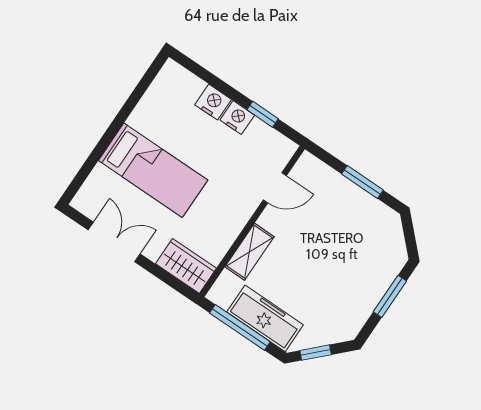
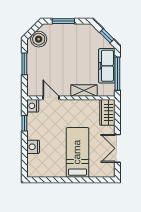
nightstand: (237, 118) -> (33, 106), moved
boiler: (388, 234) -> (39, 39), added

